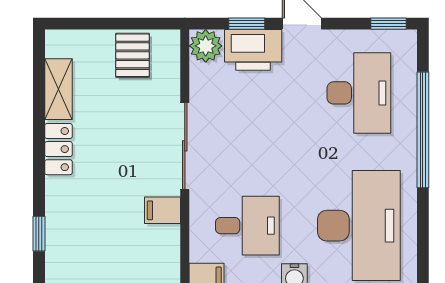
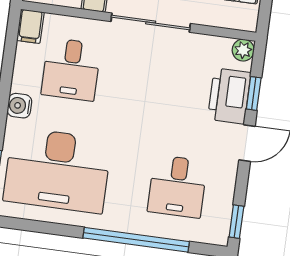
plant: (206, 46) -> (243, 50), width x0.73, depth x0.73
desk: (359, 93) -> (177, 186), width x0.73

